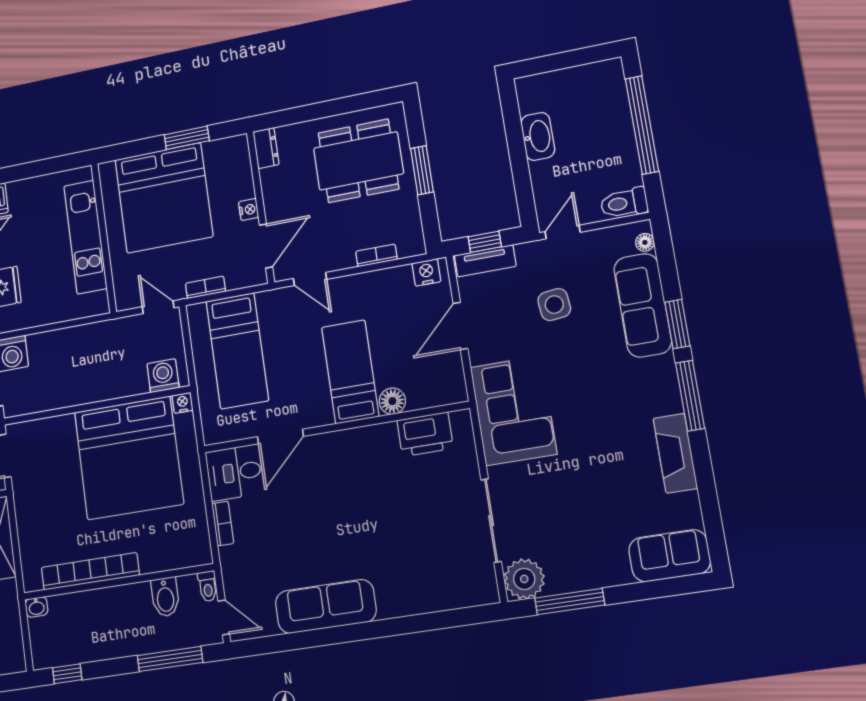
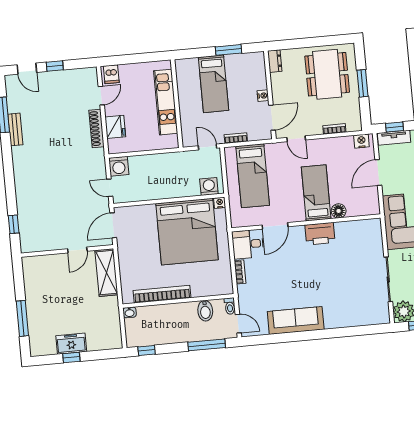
dining table: (358, 161) -> (327, 74), turned 90
bed: (164, 198) -> (213, 84), width x0.49
printer: (425, 434) -> (320, 234), moved

